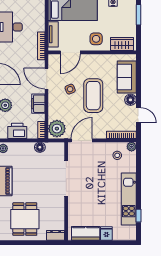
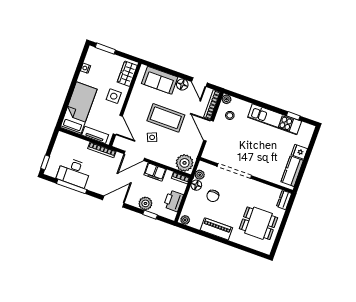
door: (138, 115) -> (199, 82), swing flipped
door: (82, 140) -> (208, 131), moved
plant: (51, 147) -> (200, 175), added
chair: (35, 167) -> (213, 196), added

